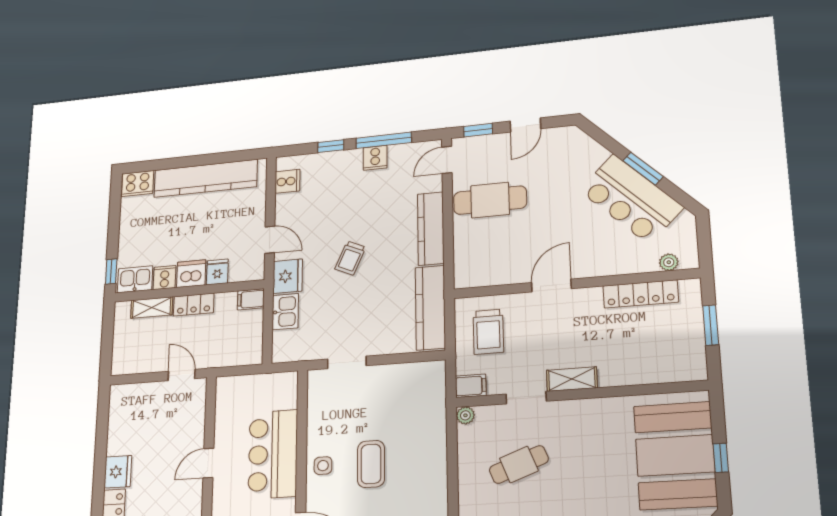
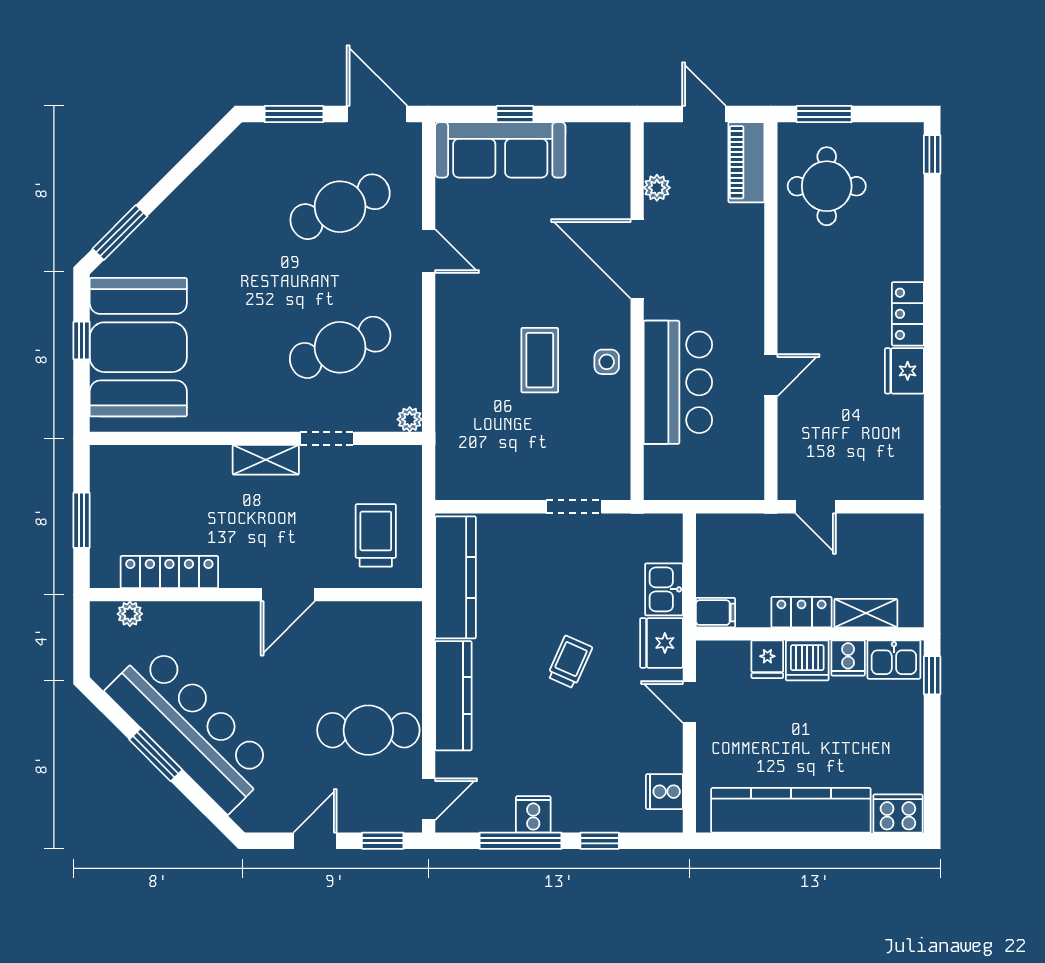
bar counter: (631, 199) -> (191, 728), width x1.36
filing cabinet: (471, 386) -> (402, 460), removed
cafe table: (519, 465) -> (340, 347), width x1.37, depth x1.35

